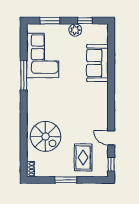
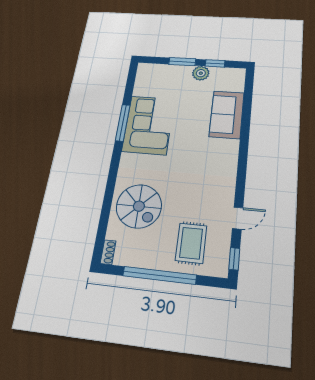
window: (50, 21) -> (182, 62), moved
corner sofa: (43, 56) -> (148, 125), moved
door: (111, 138) -> (238, 218), swing flipped
window: (66, 180) -> (159, 275), width x2.11

